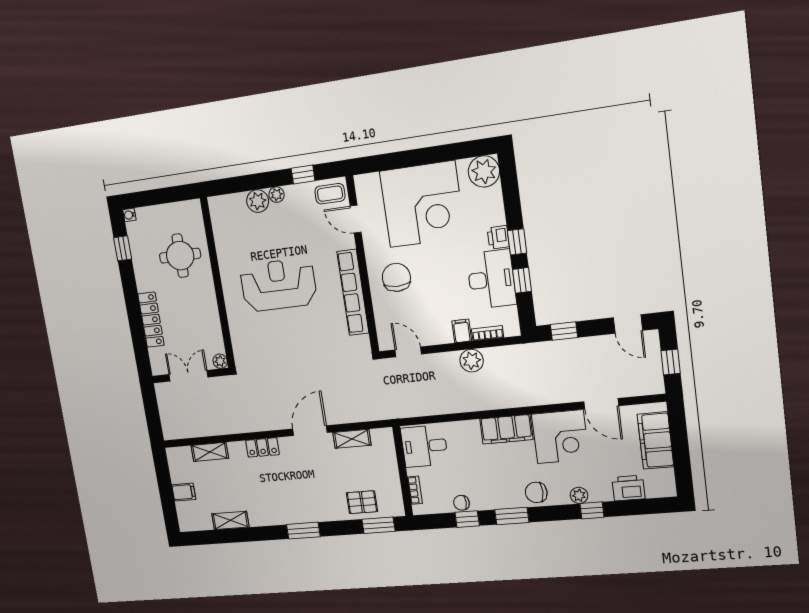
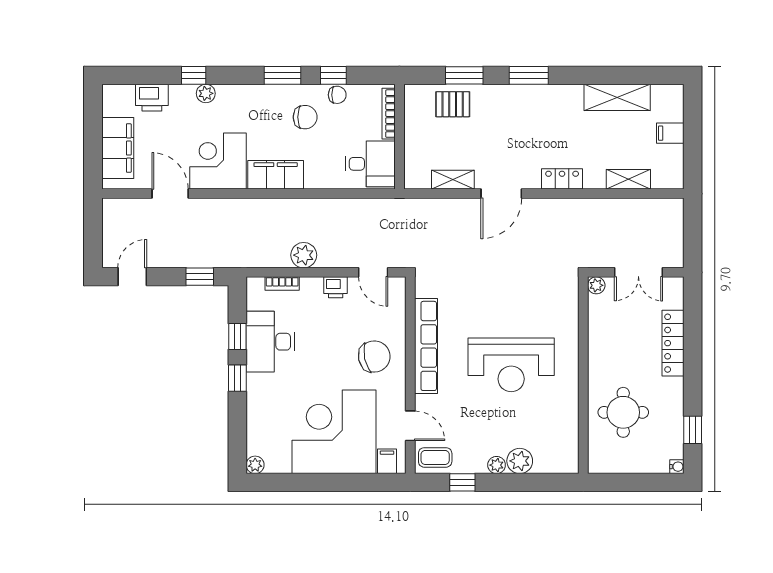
plant: (484, 171) -> (255, 465), width x0.53, depth x0.53
printer: (498, 237) -> (336, 287), moved, turned 90
chair: (396, 277) -> (374, 357), turned -102
door: (628, 324) -> (132, 277), hinge flipped
filing cabinet: (462, 331) -> (387, 461), moved, turned 180
window: (671, 362) -> (93, 231), removed
bookcase: (415, 490) -> (389, 114), width x1.56
chair: (536, 492) -> (305, 117), moved
shelving: (230, 520) -> (617, 97), width x1.50, depth x1.33
window: (378, 525) -> (464, 75), moved

